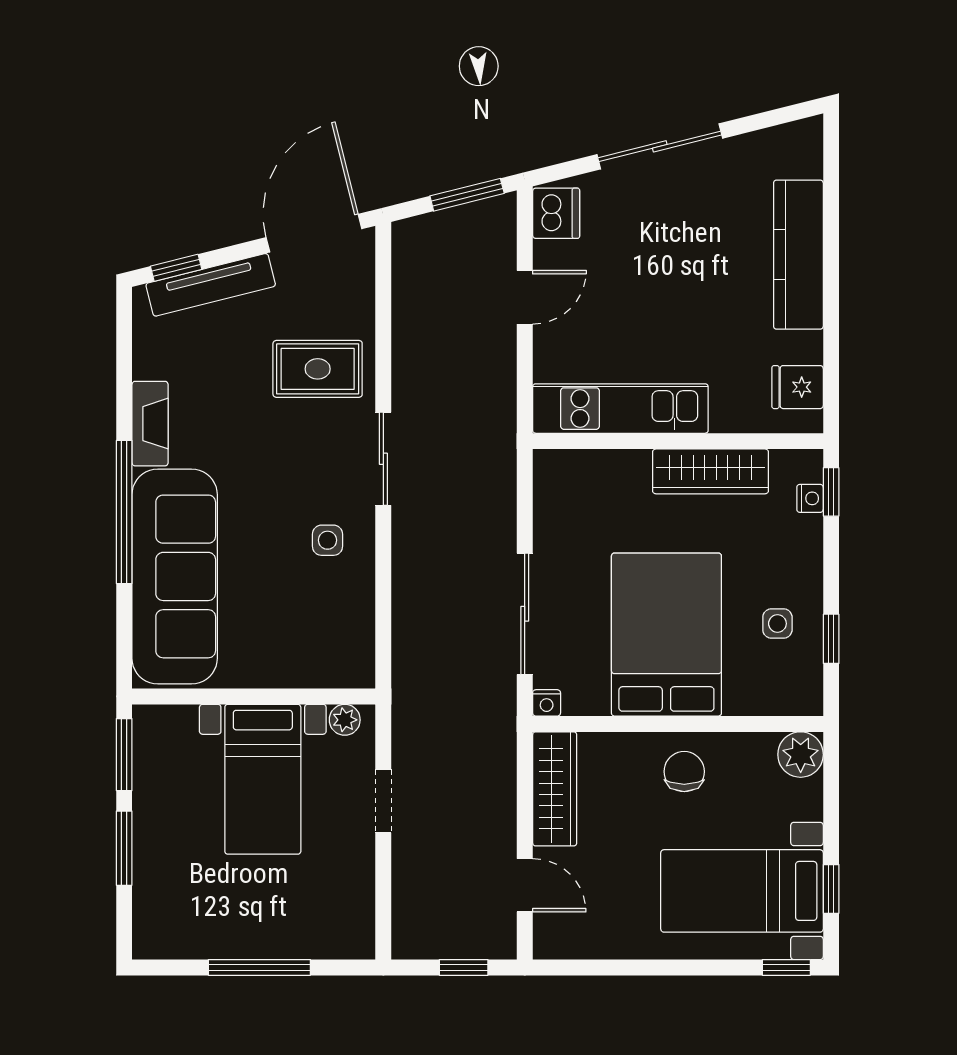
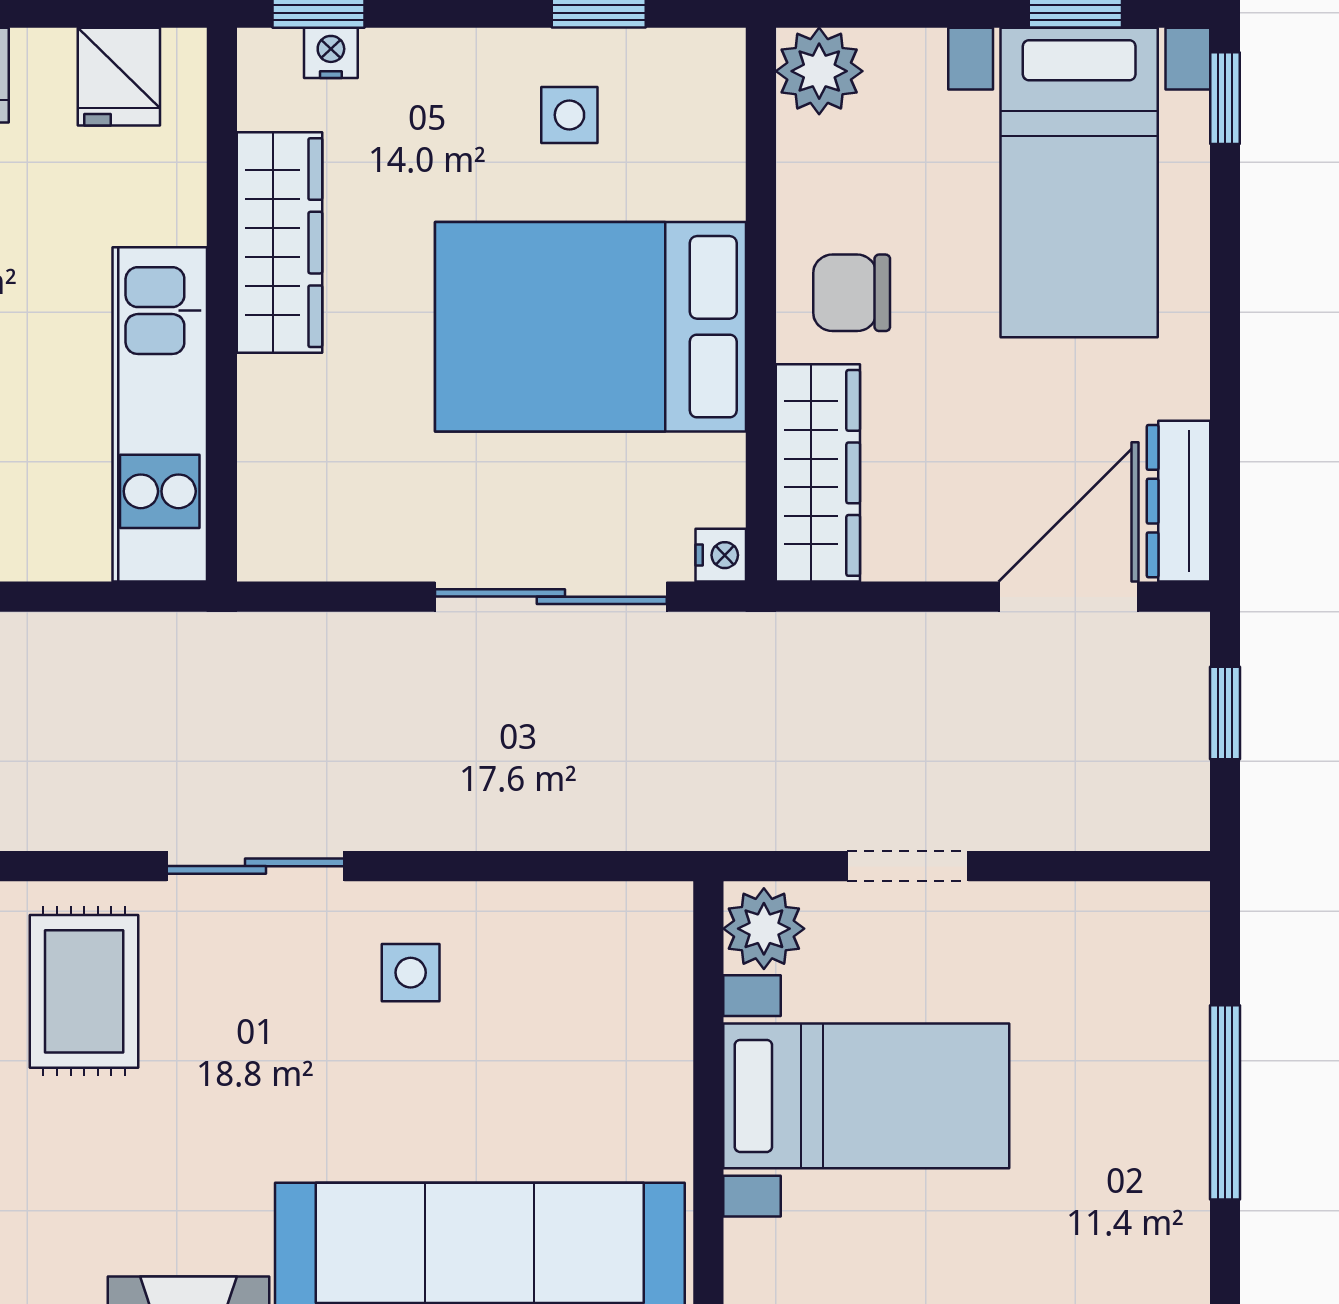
plant: (345, 720) -> (764, 929), width x1.38, depth x1.38
wardrobe: (555, 789) -> (818, 473), moved, turned 90
door: (525, 885) -> (1068, 597), width x1.38
dresser: (575, 943) -> (1178, 501), added

